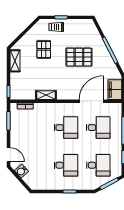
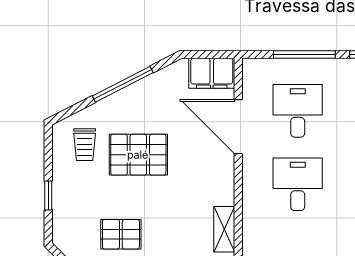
trolley: (56, 27) -> (85, 145), moved
pallet: (79, 57) -> (138, 155), turned 90

